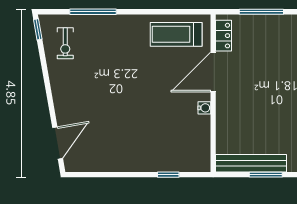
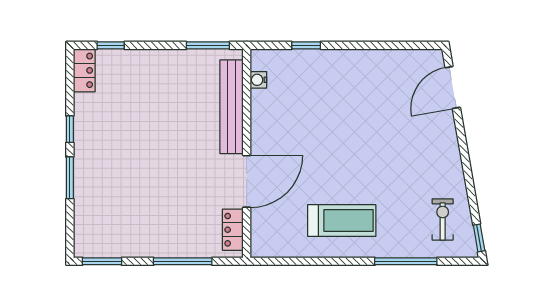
treadmill: (176, 34) -> (342, 221), moved
water cooler: (204, 108) -> (258, 80), moved
bench: (251, 163) -> (232, 107), moved, turned 90
window: (266, 175) -> (208, 45), moved

